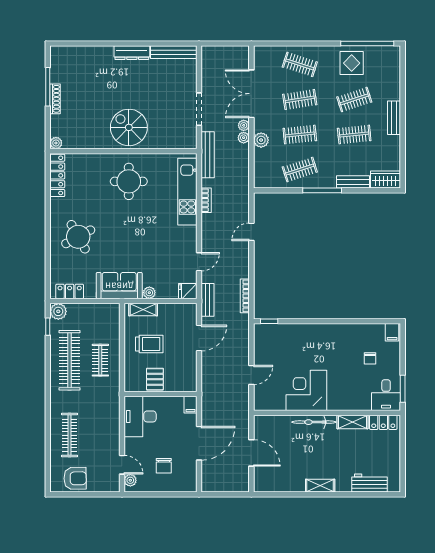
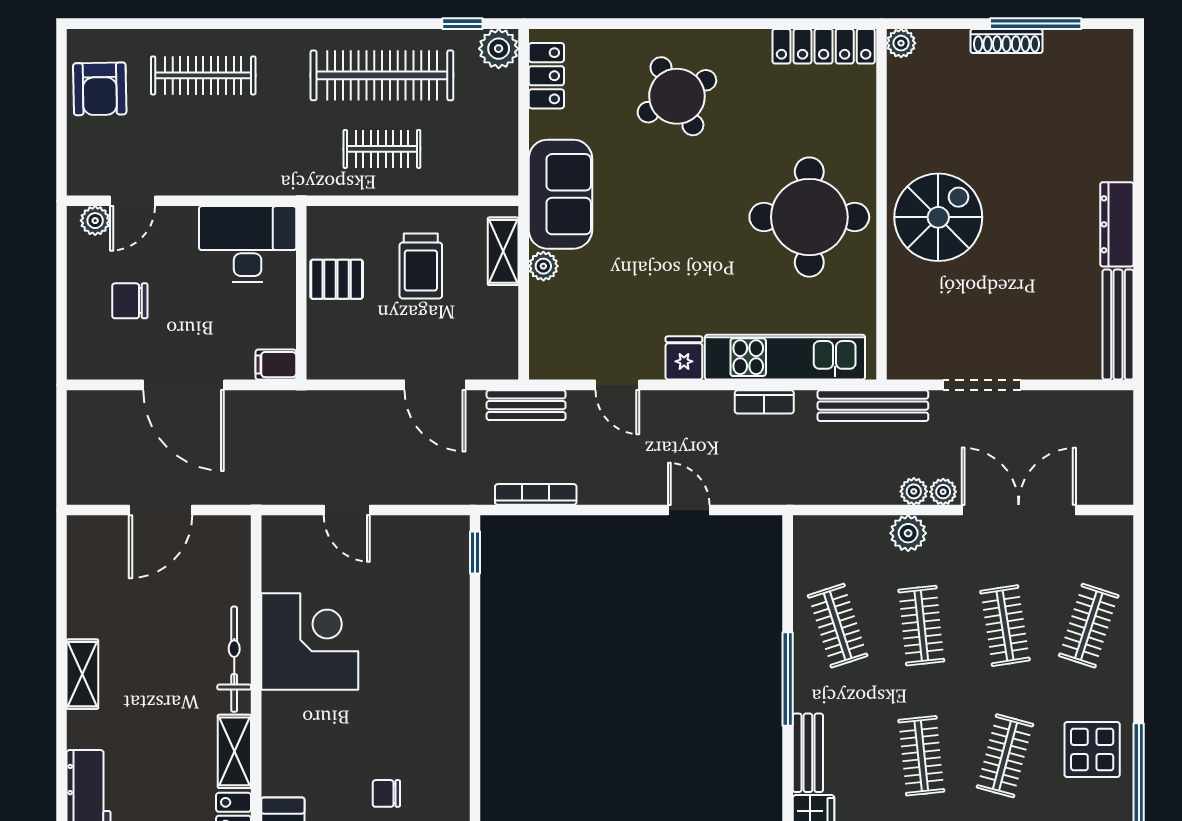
clothes rail: (354, 99) -> (1005, 756), turned 33
round table: (129, 181) -> (809, 217), width x1.36, depth x1.36
fridge: (188, 291) -> (684, 358), moved

